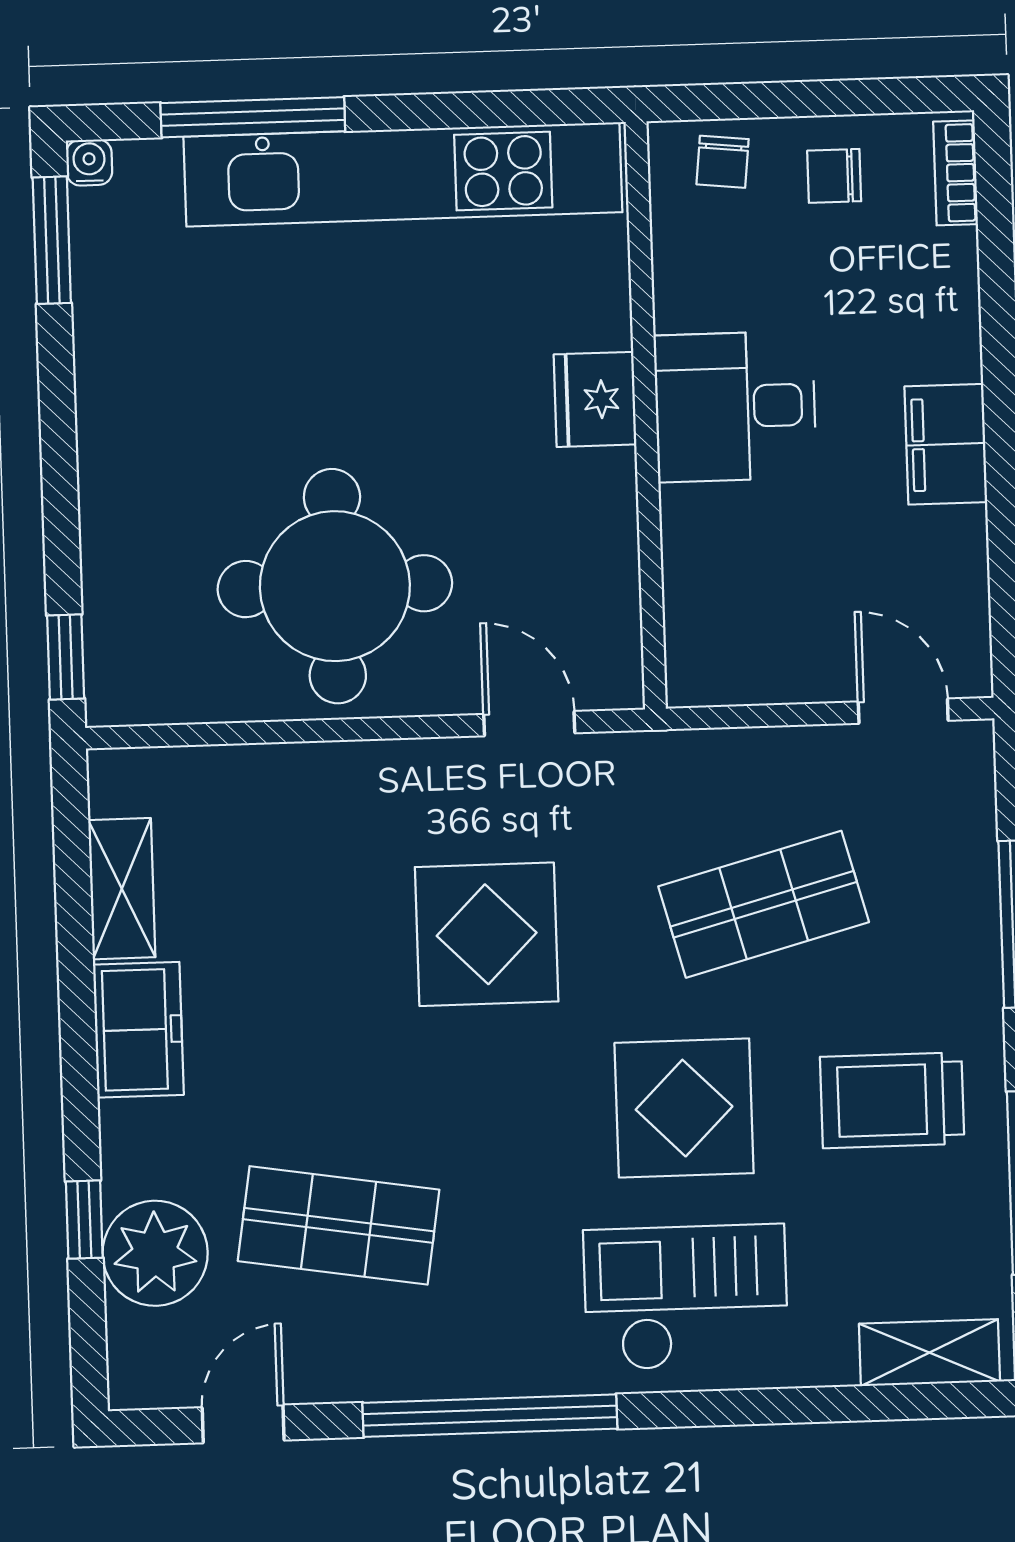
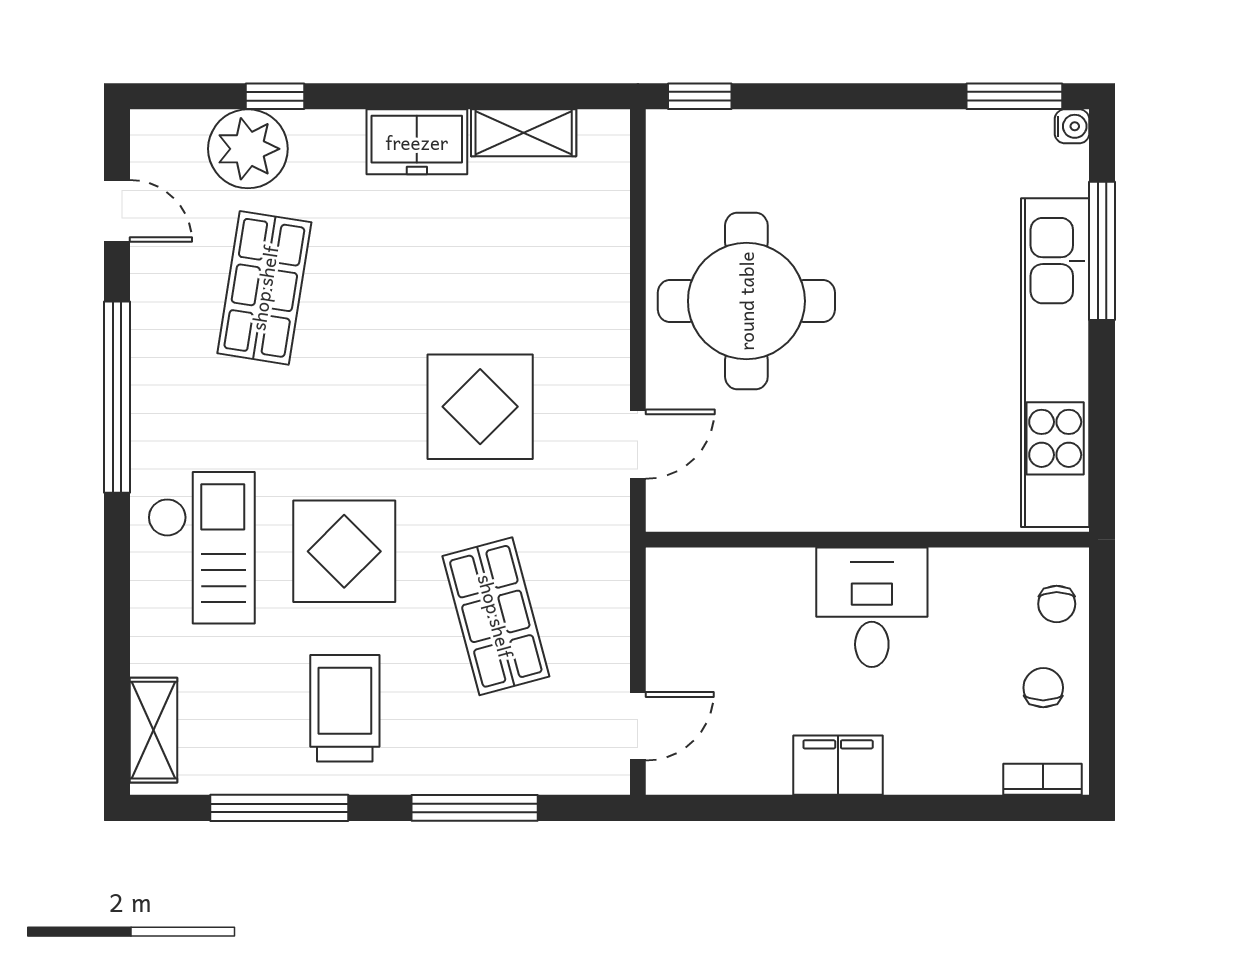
chair: (723, 162) -> (1057, 604), turned -96
fridge: (595, 399) -> (881, 502), removed

